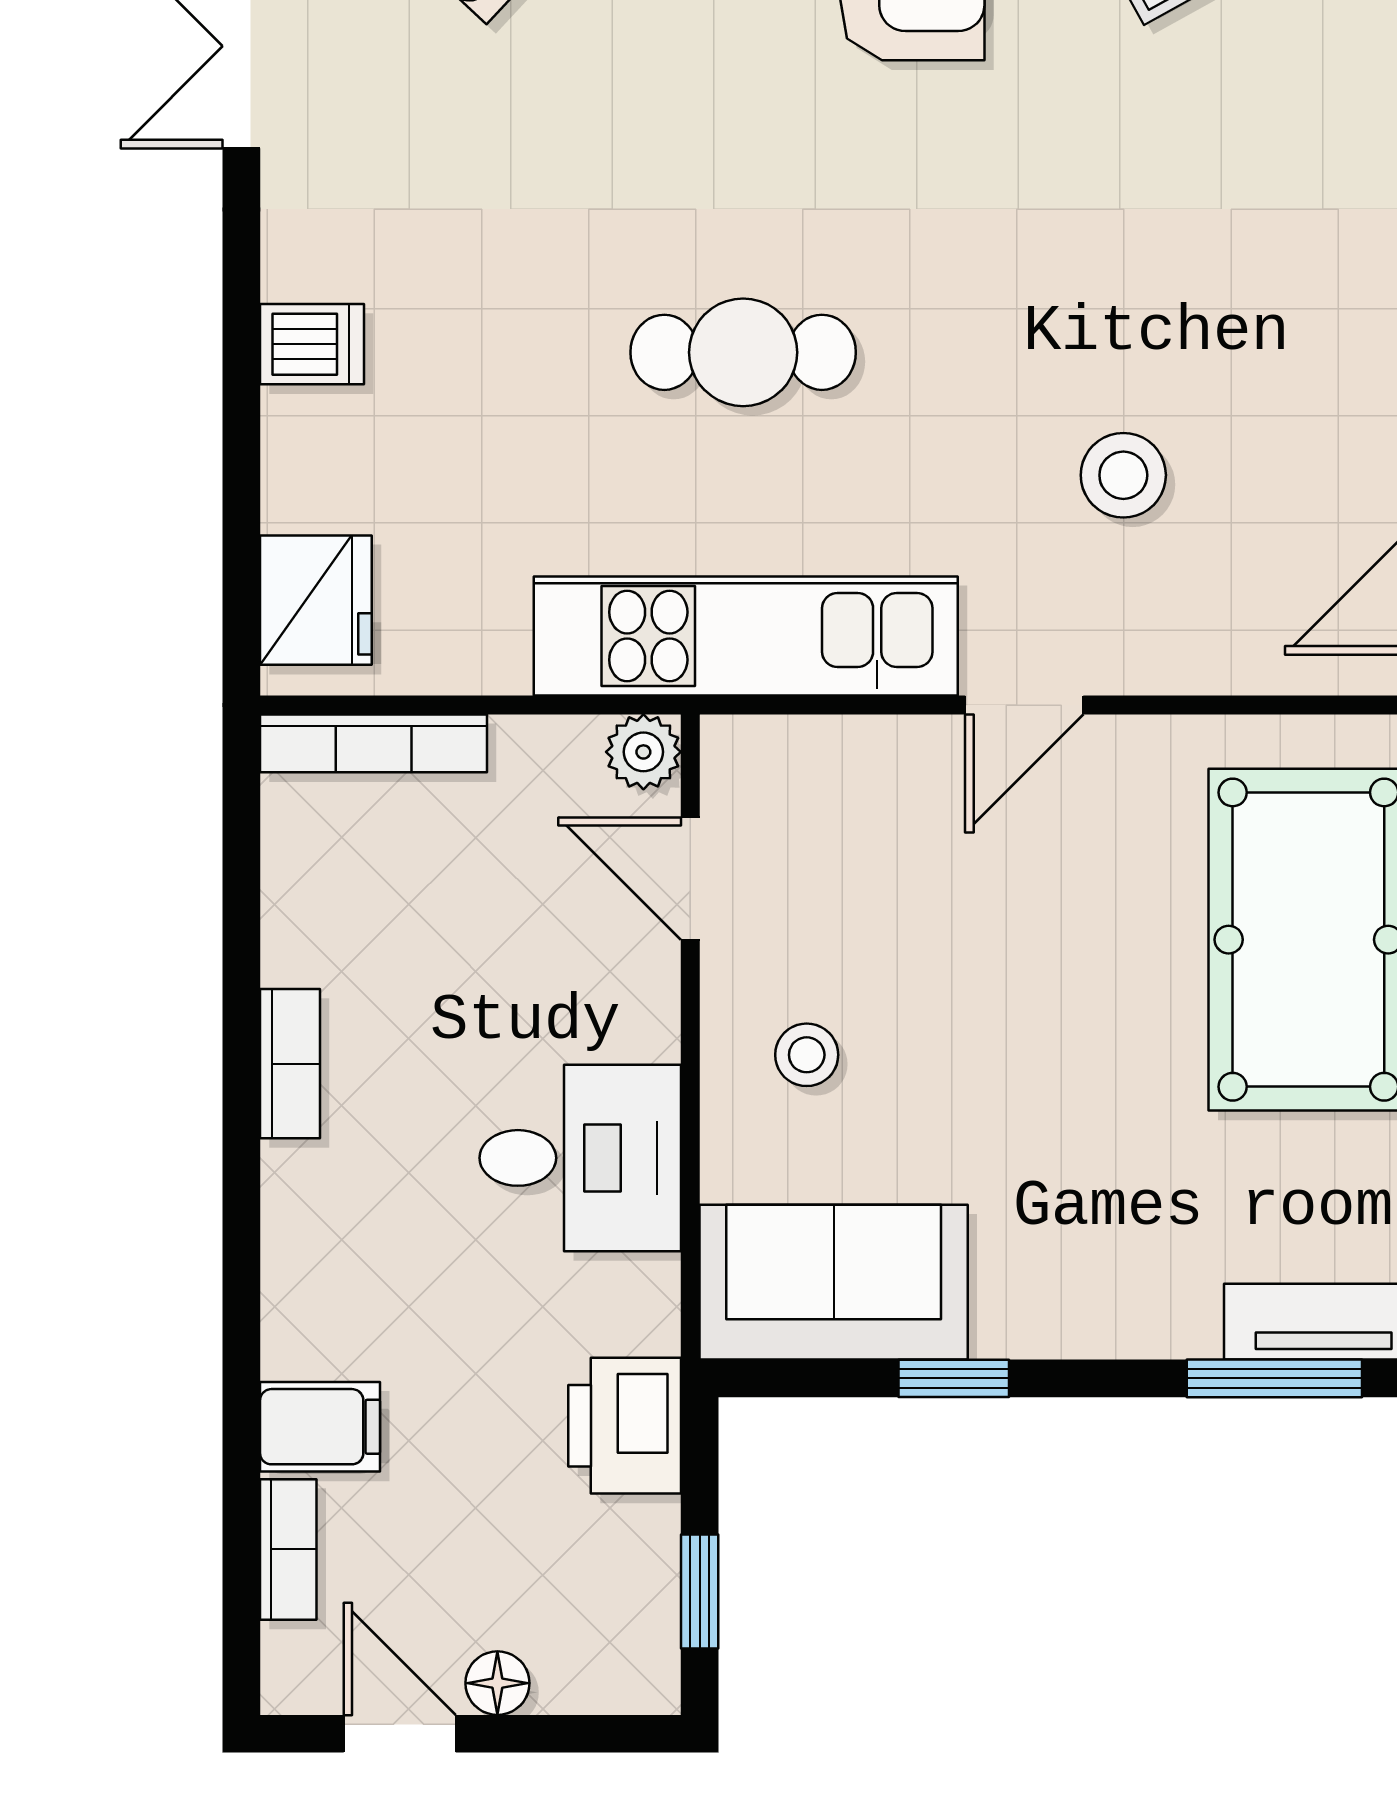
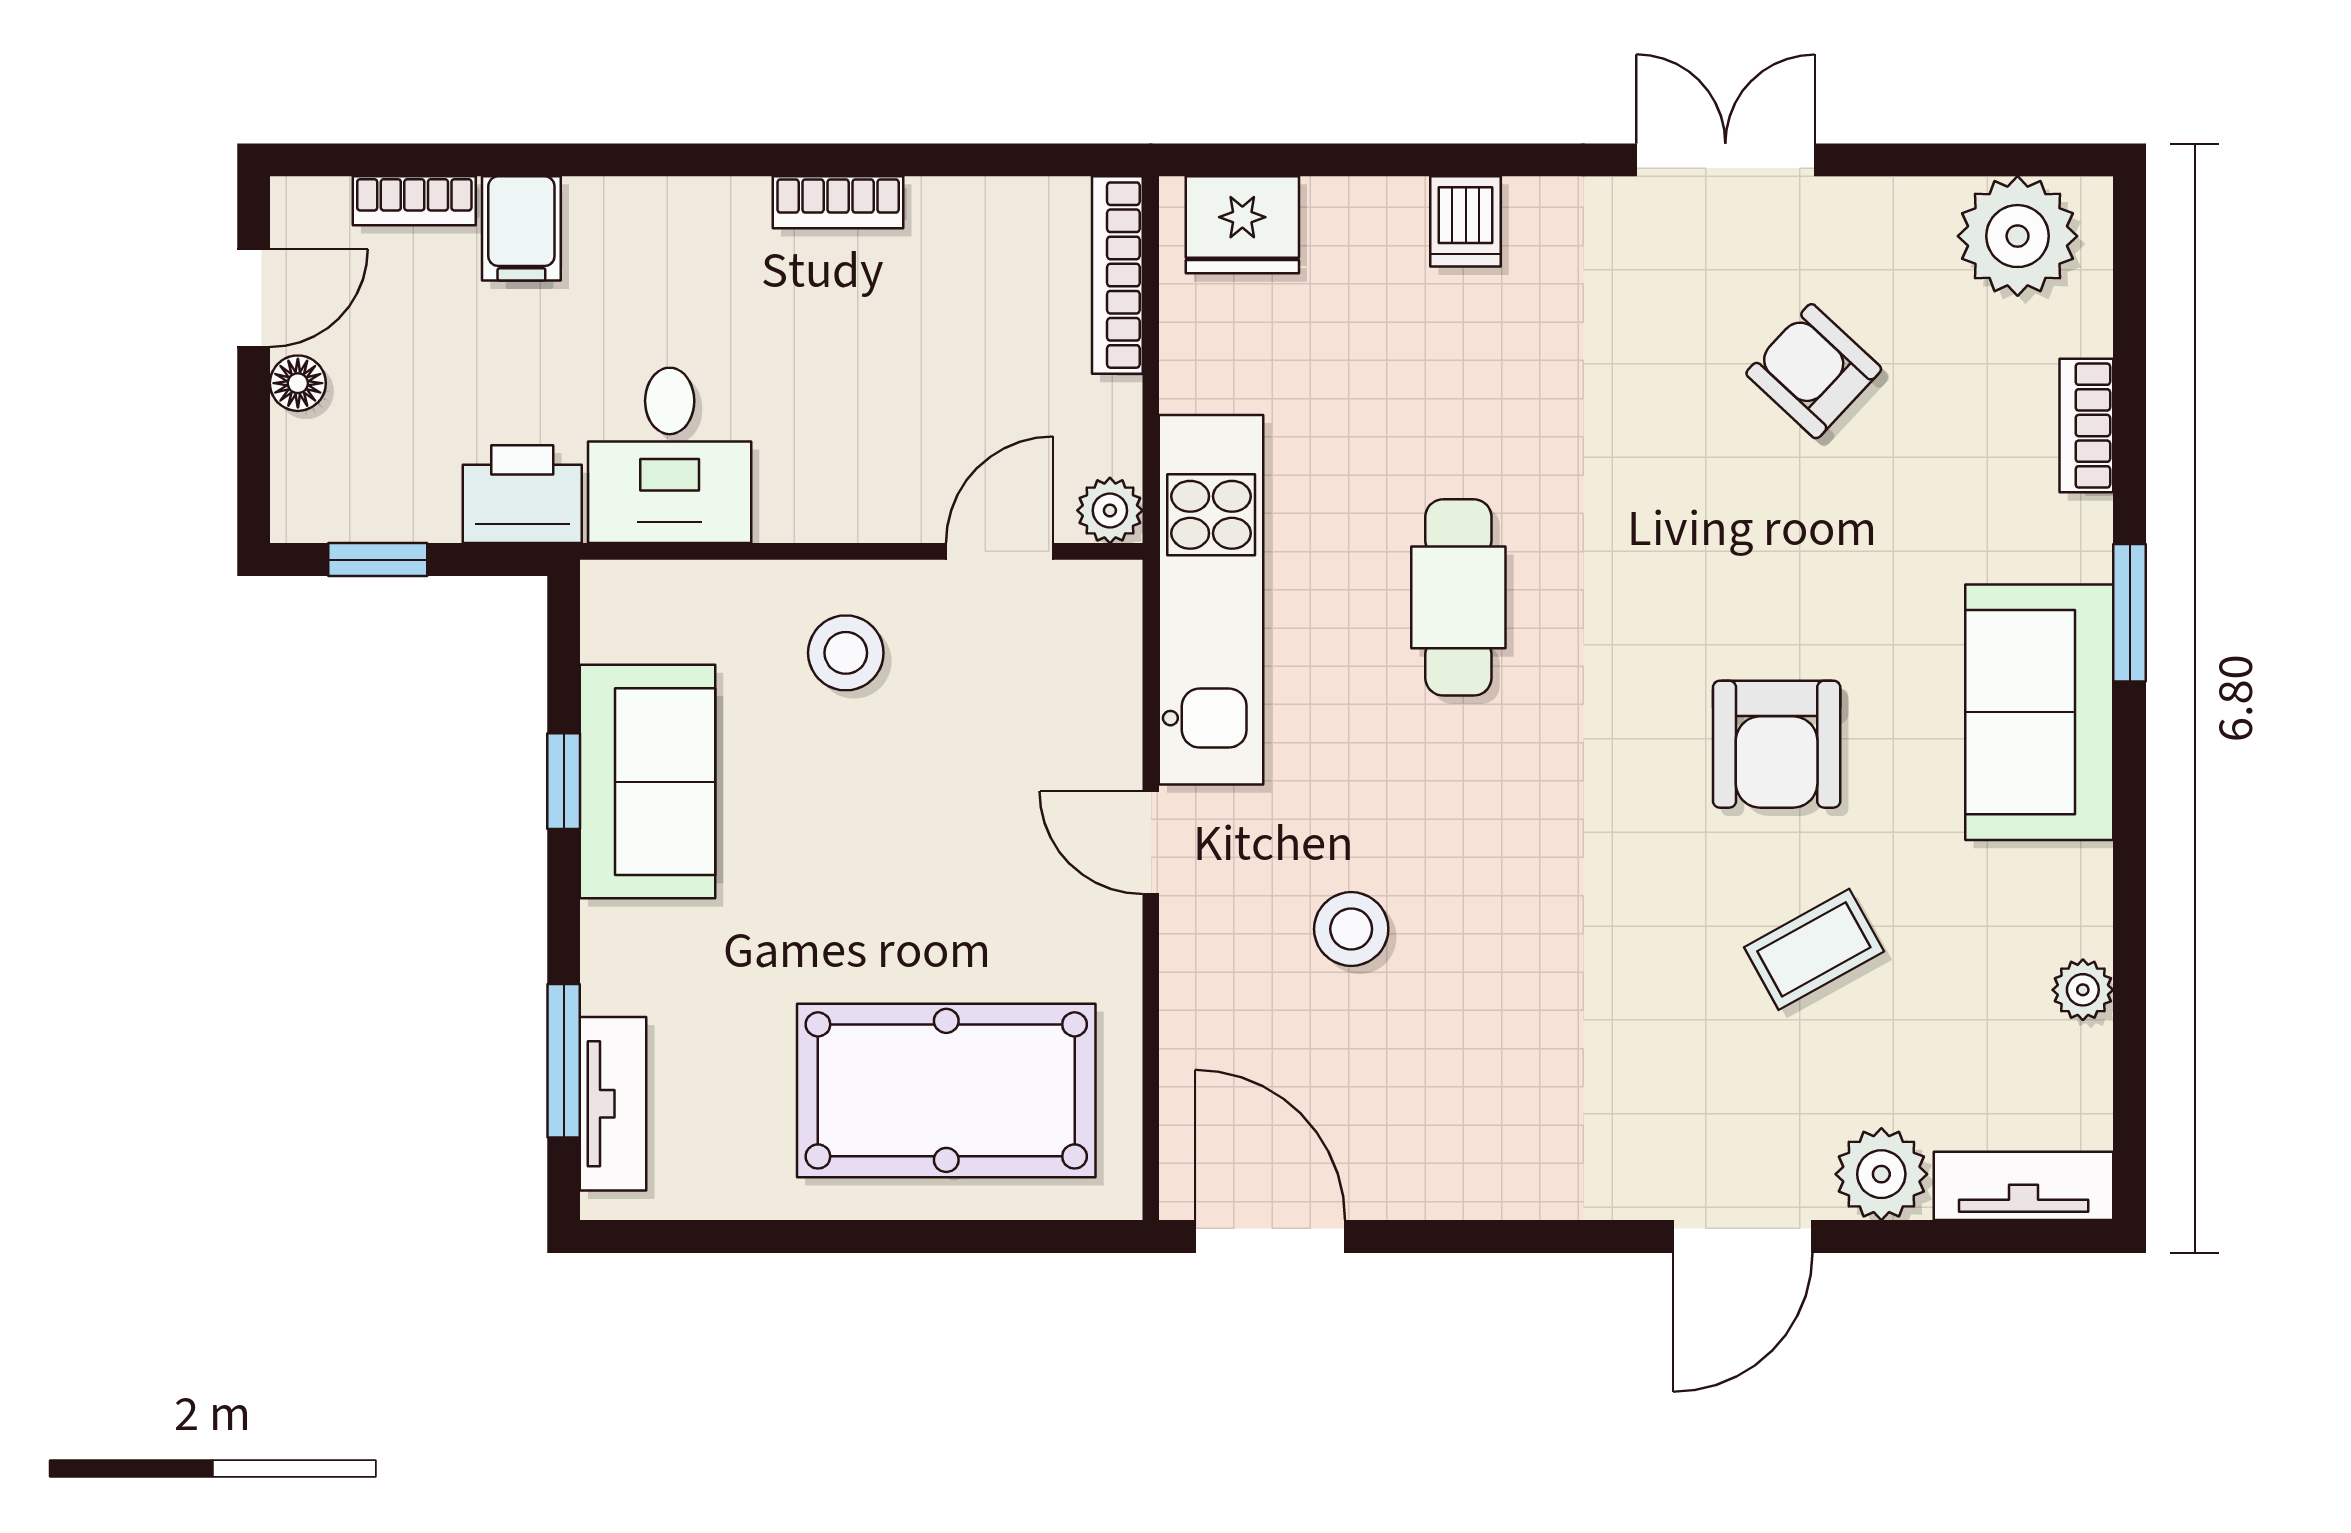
stool: (807, 1055) -> (846, 653), width x1.37, depth x1.37
desk: (580, 1158) -> (670, 455), moved
sofa: (834, 1282) -> (647, 782), moved

